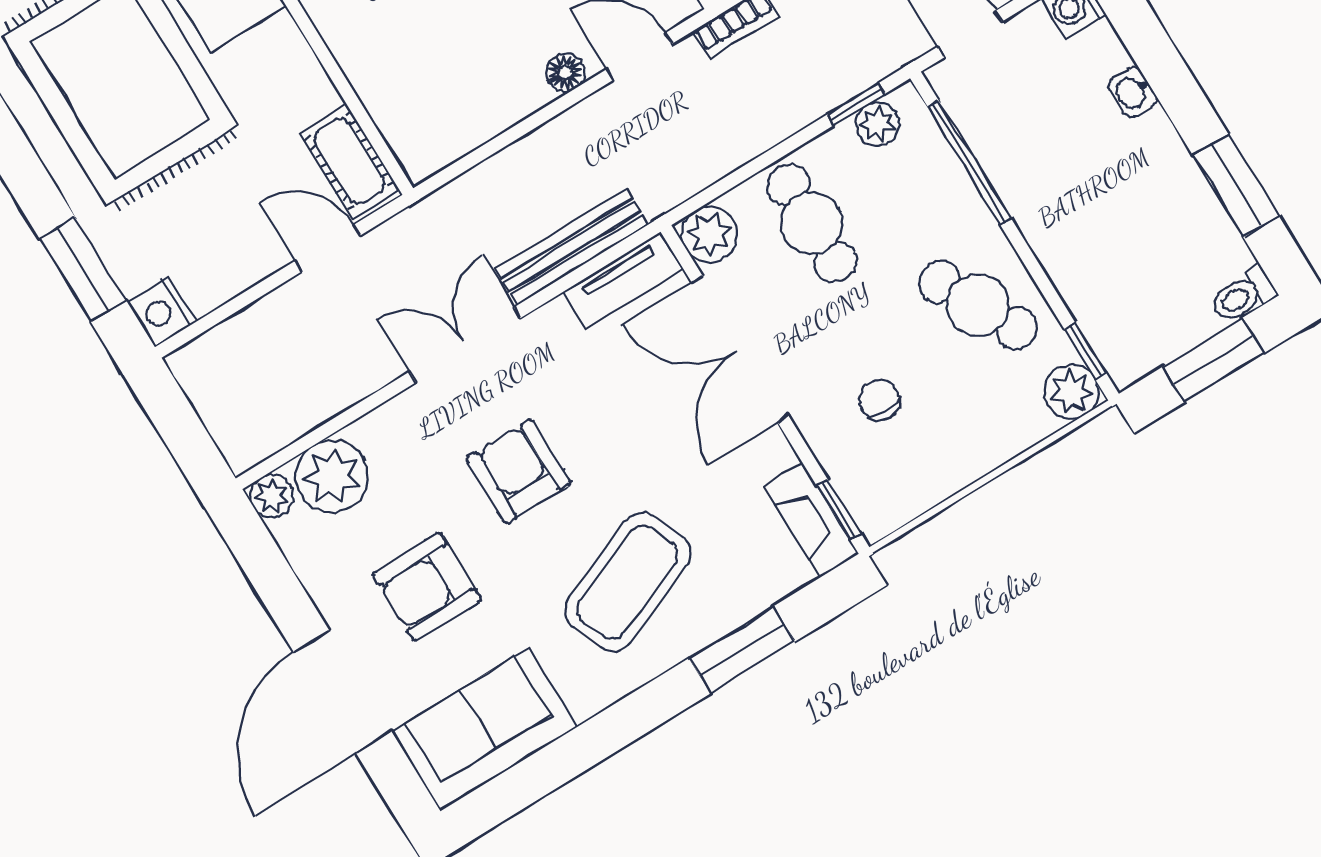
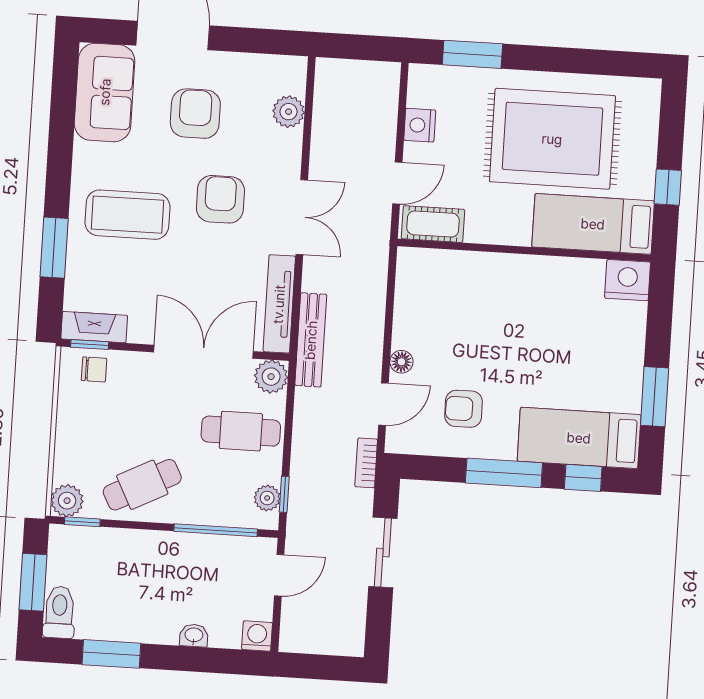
bench: (572, 247) -> (311, 340), moved
tv unit: (623, 280) -> (279, 304), width x1.41
toilet: (1243, 295) -> (59, 612), width x1.37, depth x1.39
nightstand: (162, 311) -> (420, 125), moved, turned -90
chair: (879, 400) -> (94, 369), moved
armchair: (518, 471) -> (220, 199), turned -90
plant: (332, 476) -> (289, 112), width x0.73, depth x0.73
plant: (272, 496) -> (294, 69), removed
coffee table: (628, 582) -> (127, 215), turned -68

